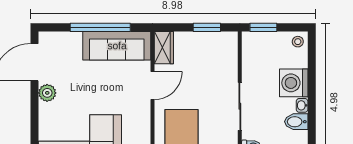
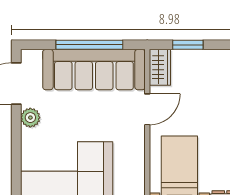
window: (207, 27) -> (188, 45), moved
sofa: (117, 46) -> (94, 70), width x1.36, depth x1.27

